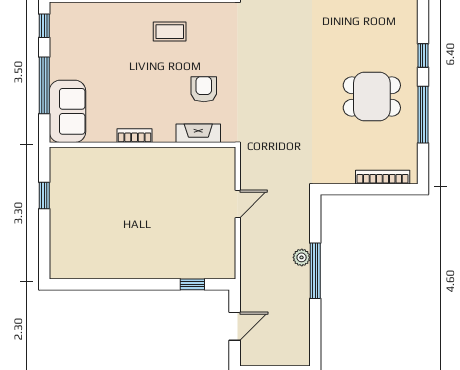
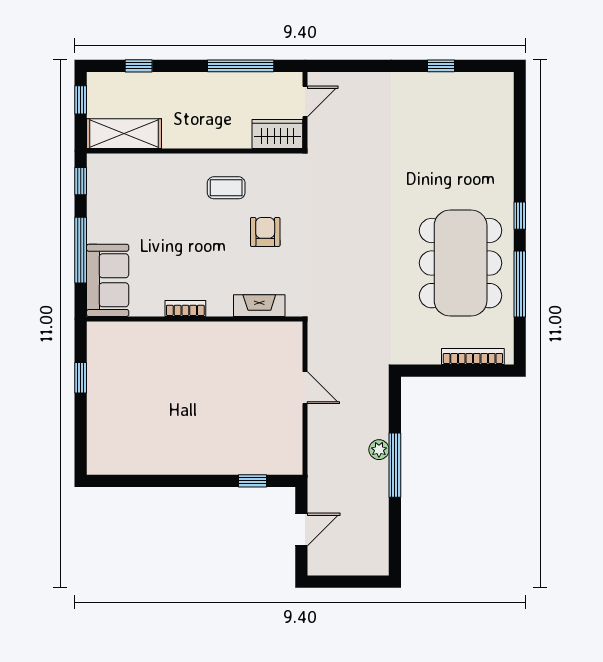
armchair: (204, 89) -> (265, 232), moved
dining table: (372, 96) -> (461, 263), width x1.88, depth x1.24
door: (238, 204) -> (305, 388), hinge flipped

